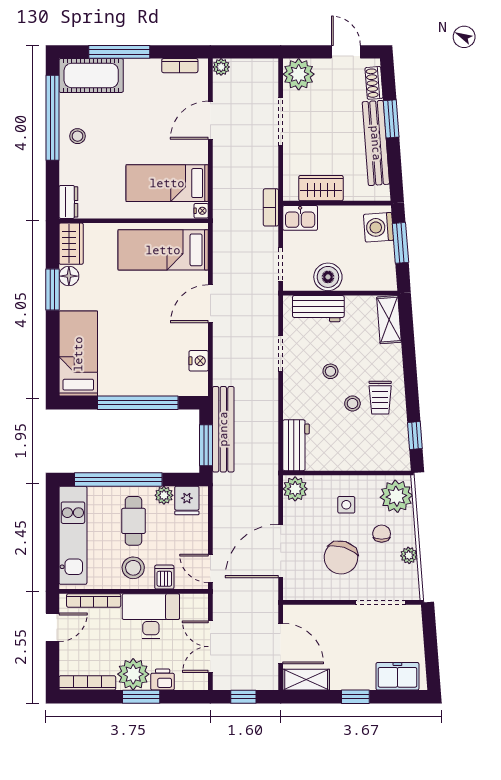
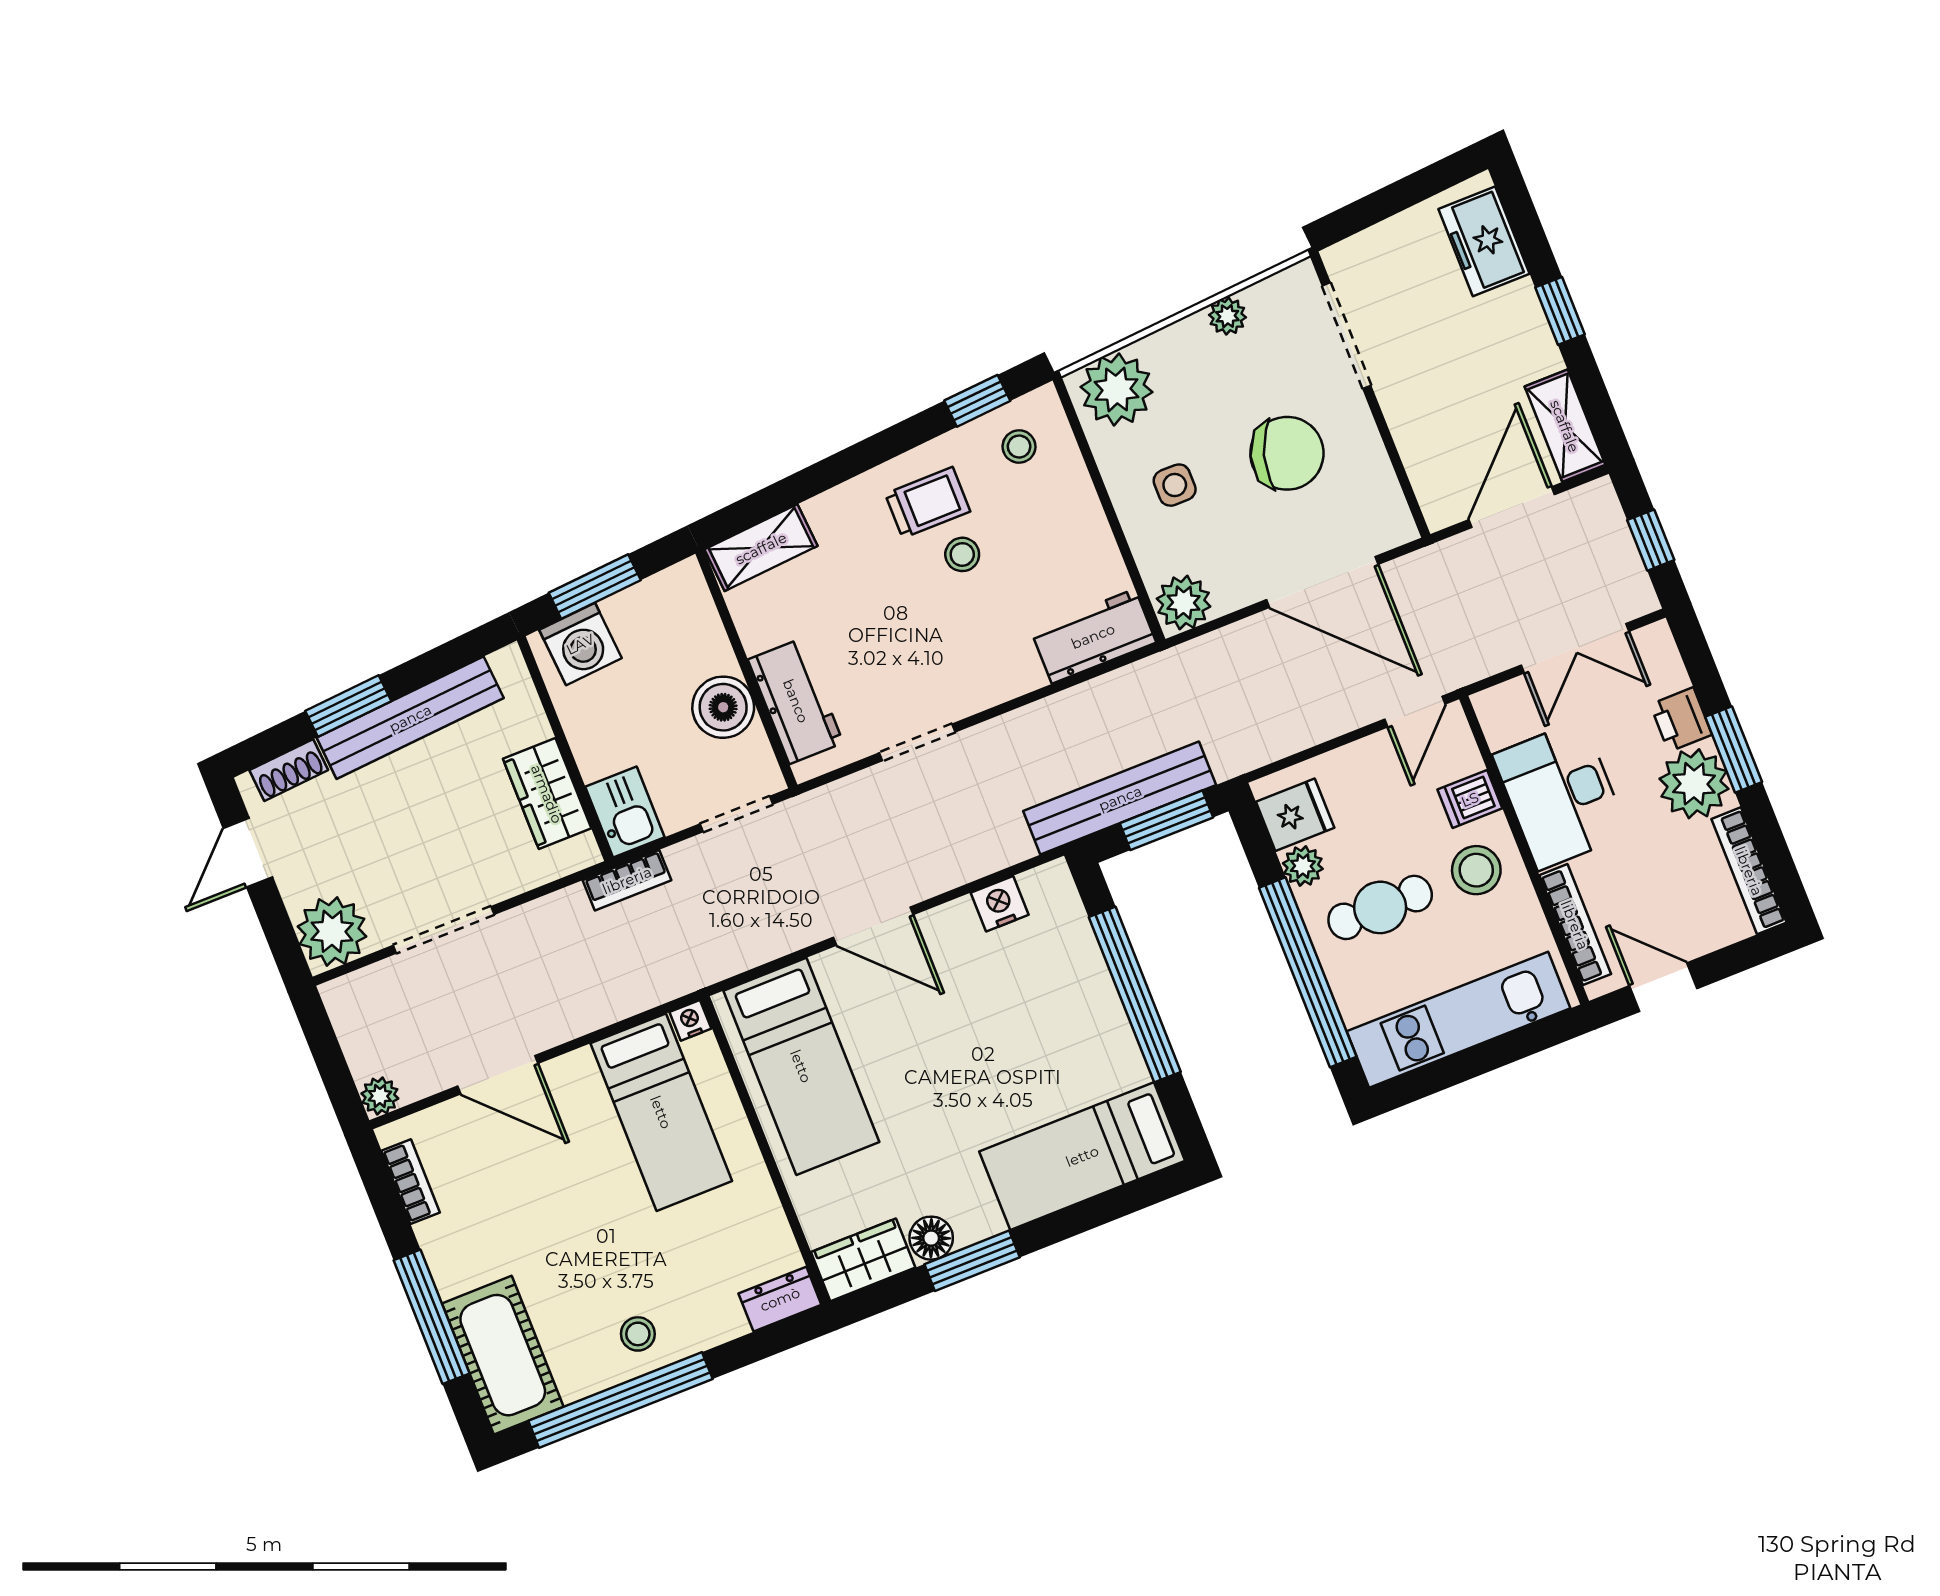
stool: (330, 371) -> (1019, 447), moved
chair: (382, 534) -> (1205, 389), removed

